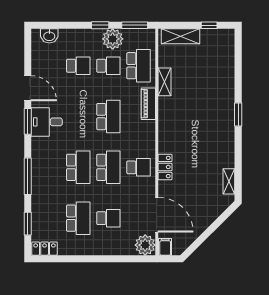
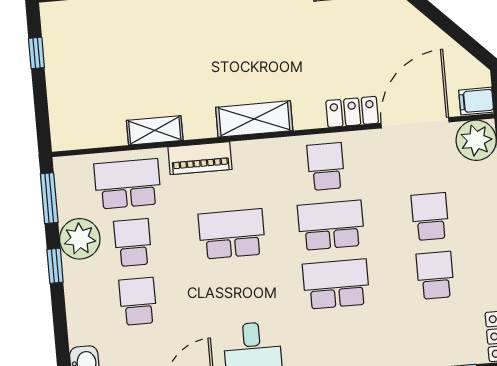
shelving: (181, 36) -> (254, 119), moved, turned 90
locker: (165, 167) -> (352, 112), moved
school desk: (78, 218) -> (435, 275), width x0.54

